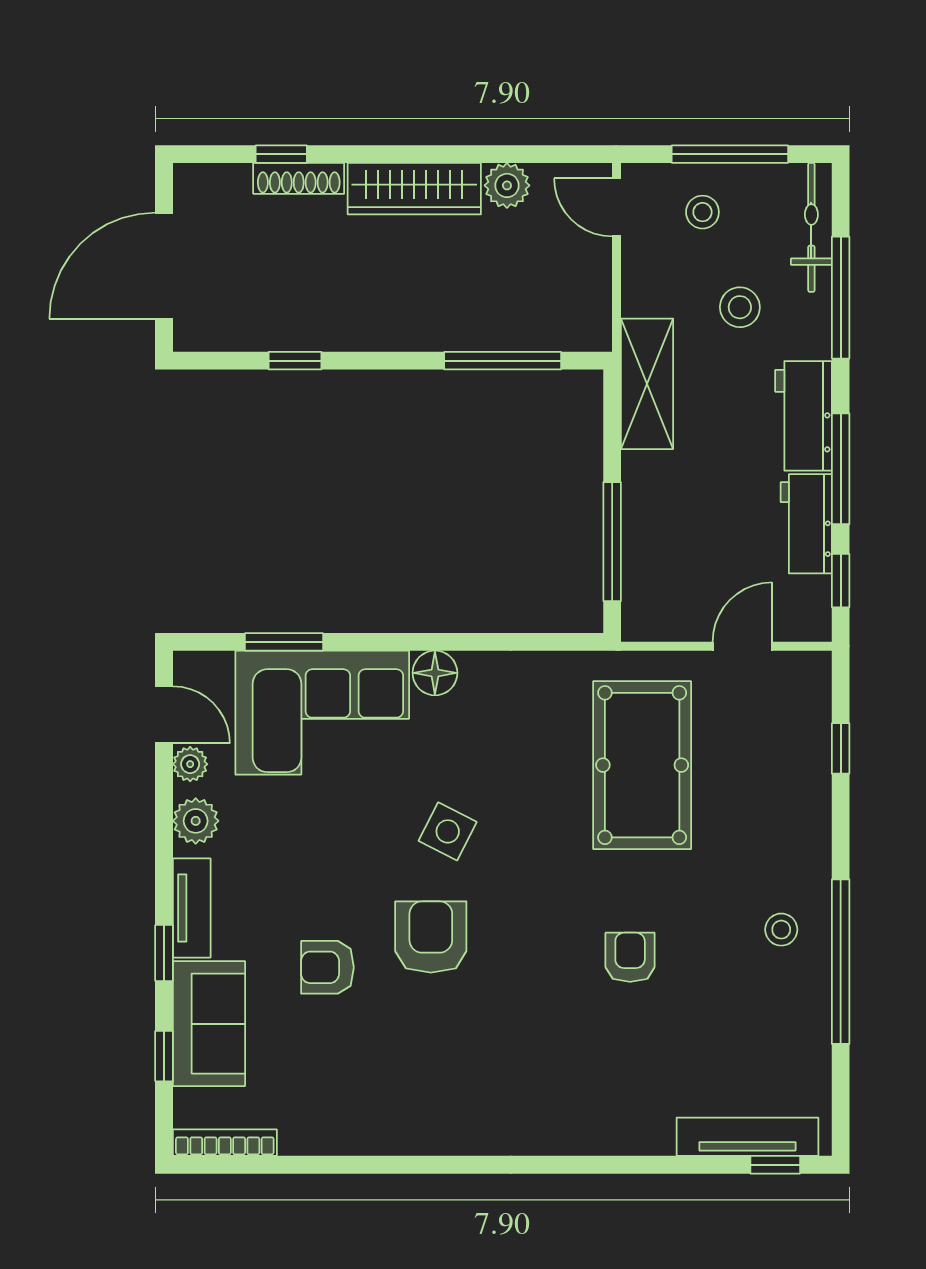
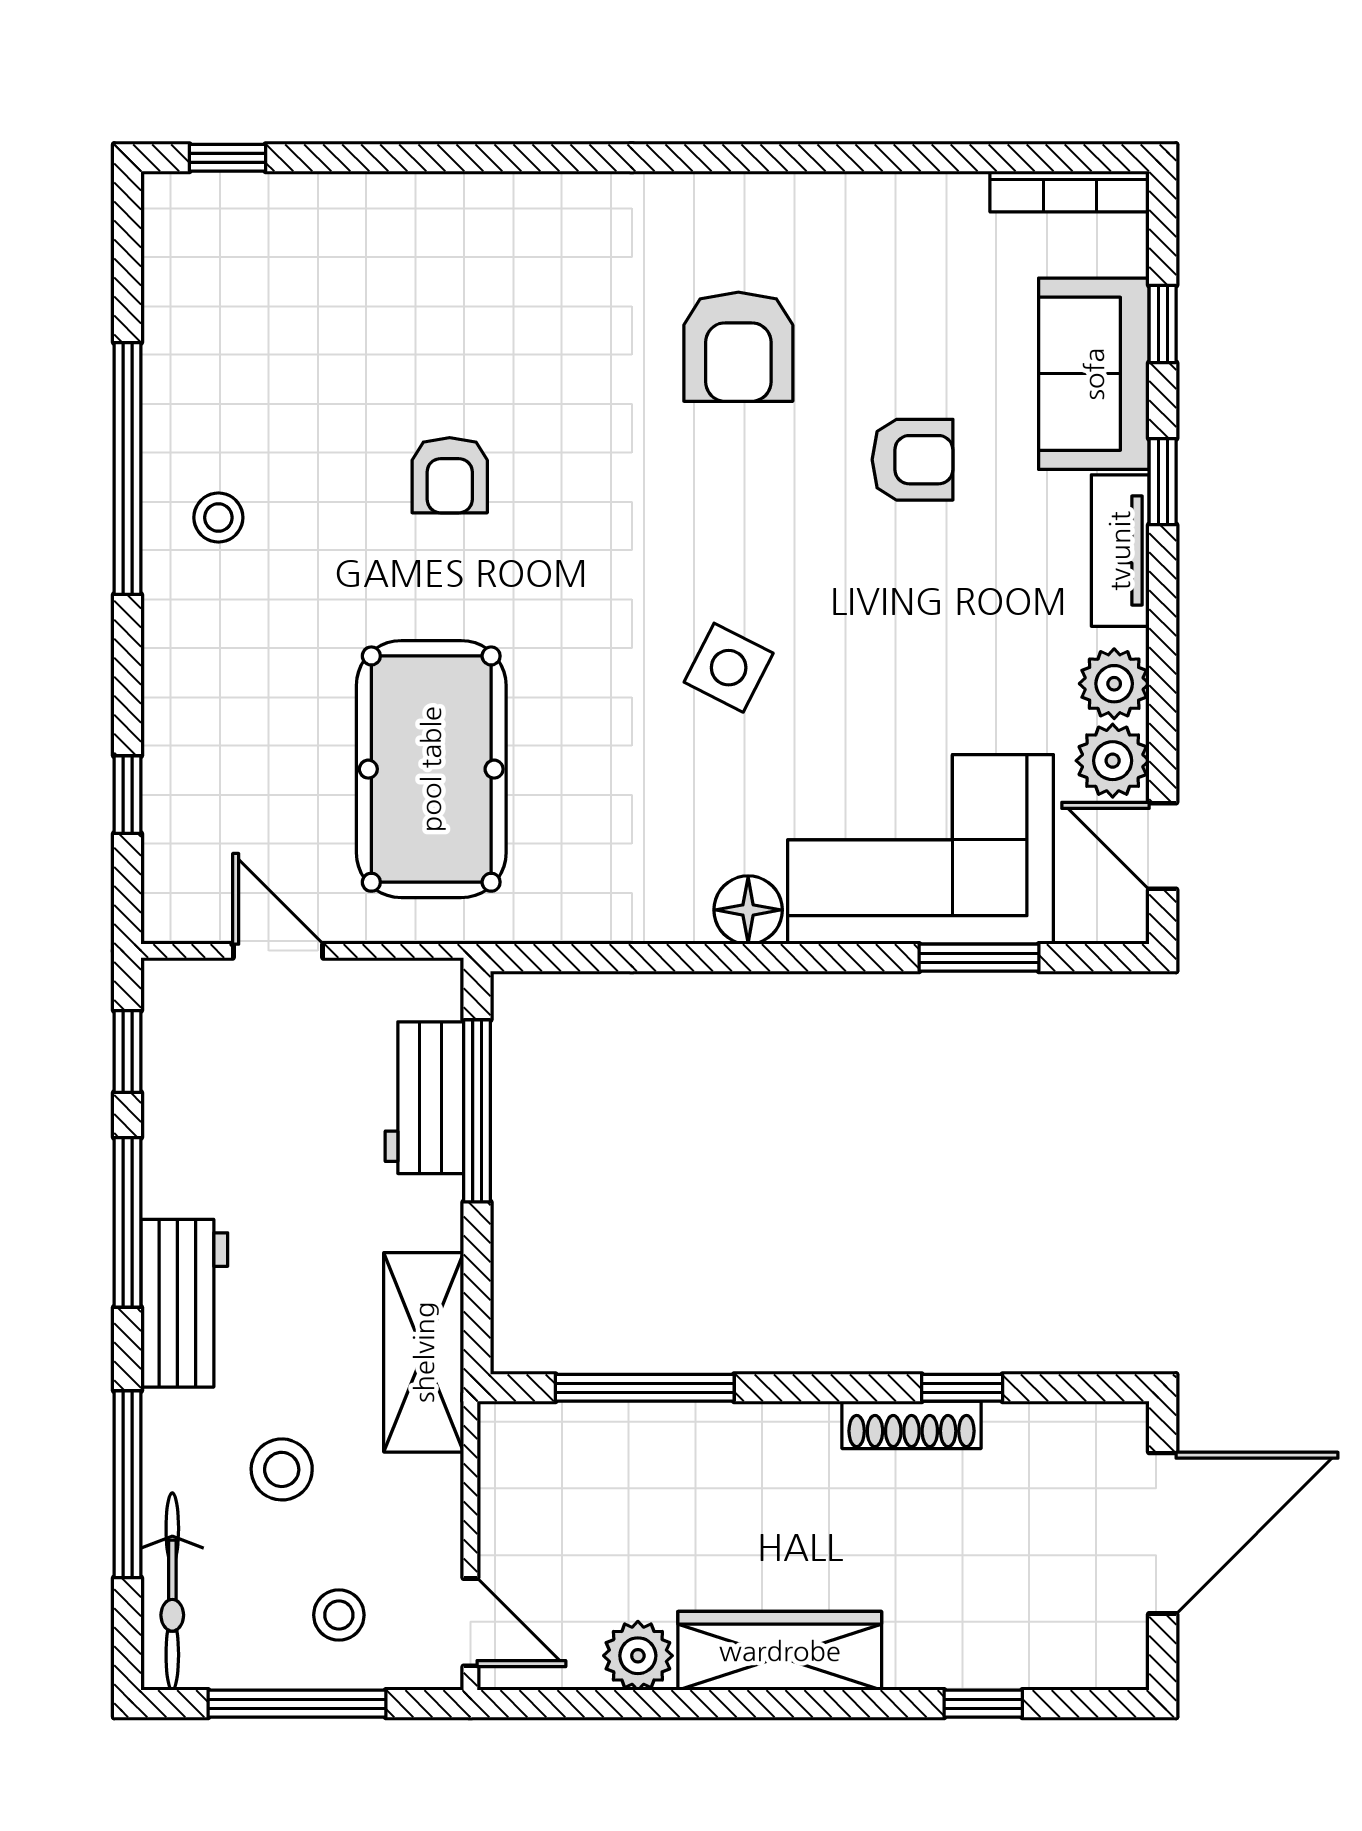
shoe rack: (299, 178) -> (912, 1425), moved, turned 180
workbench: (806, 524) -> (424, 1098), moved, turned 180
door: (742, 646) -> (278, 951), swing flipped
plant: (190, 764) -> (1113, 761), width x1.38, depth x1.38
armchair: (431, 937) -> (738, 347), moved
tv unit: (747, 1137) -> (270, 201), removed

